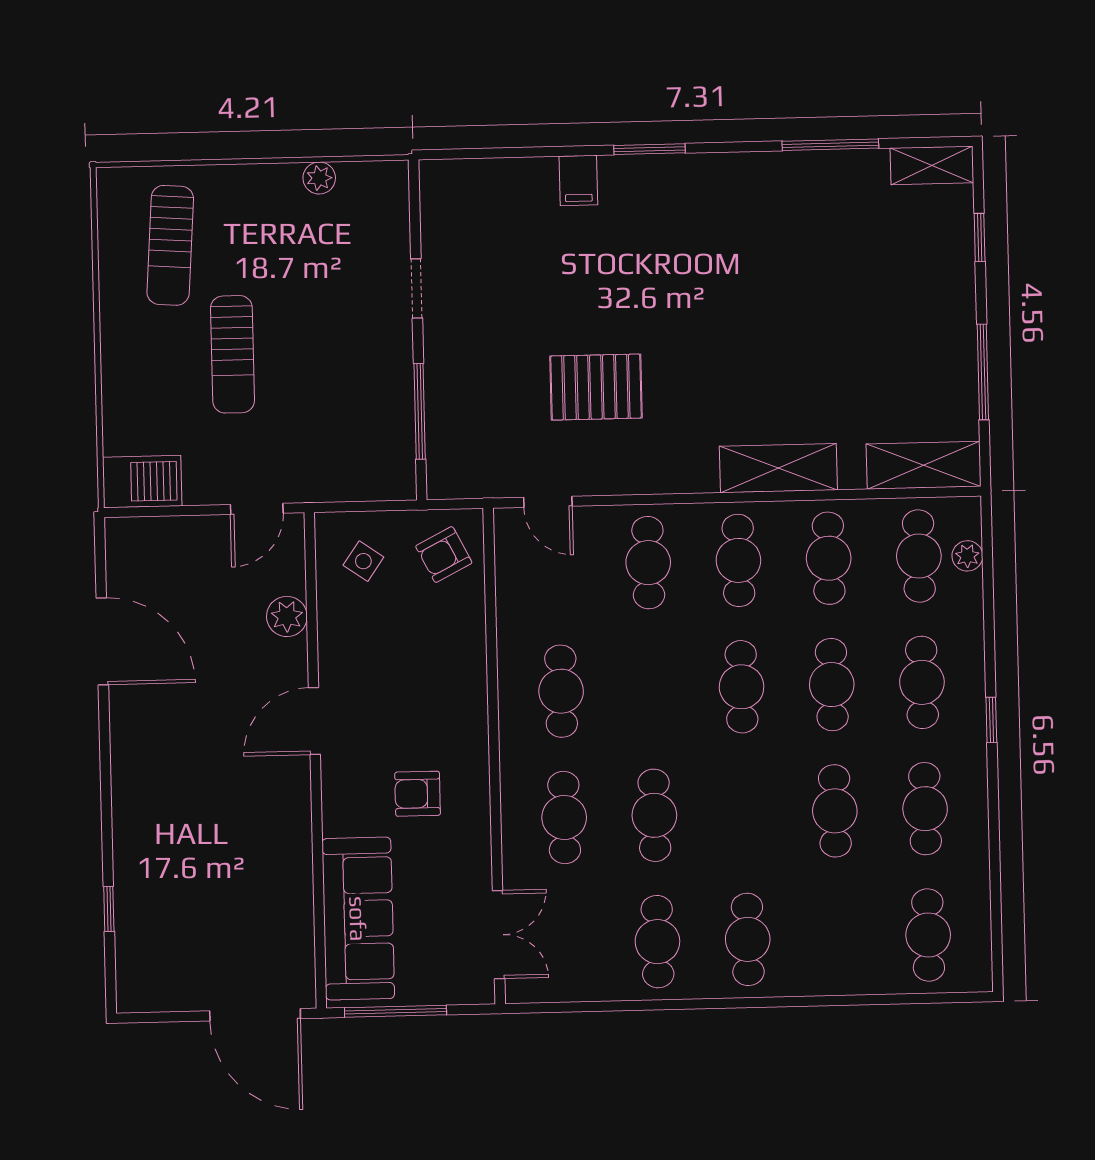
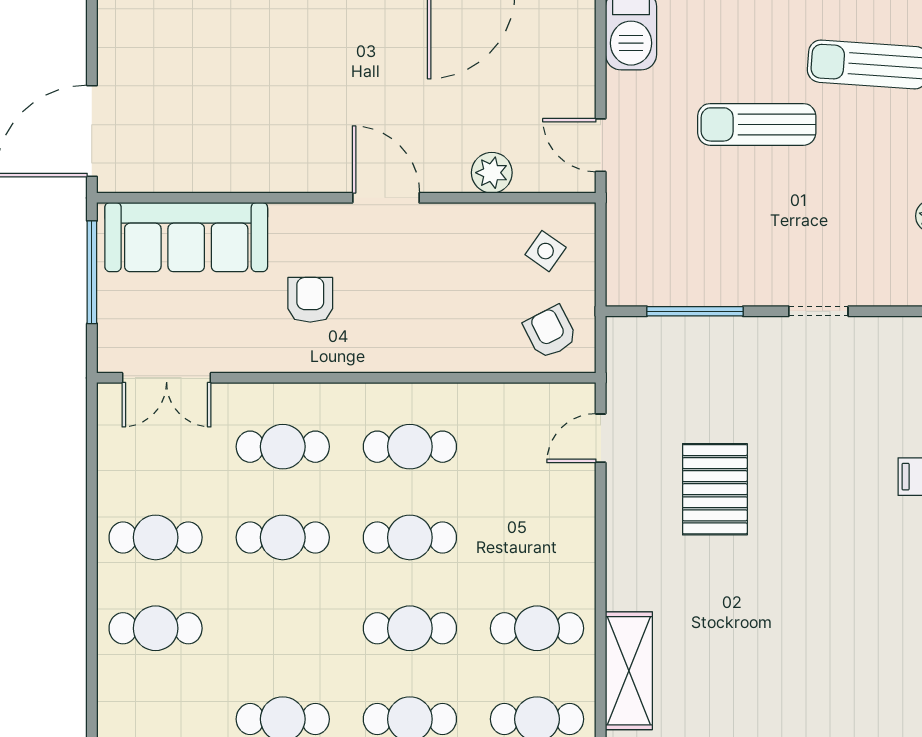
cafe table: (648, 563) -> (410, 537), moved

